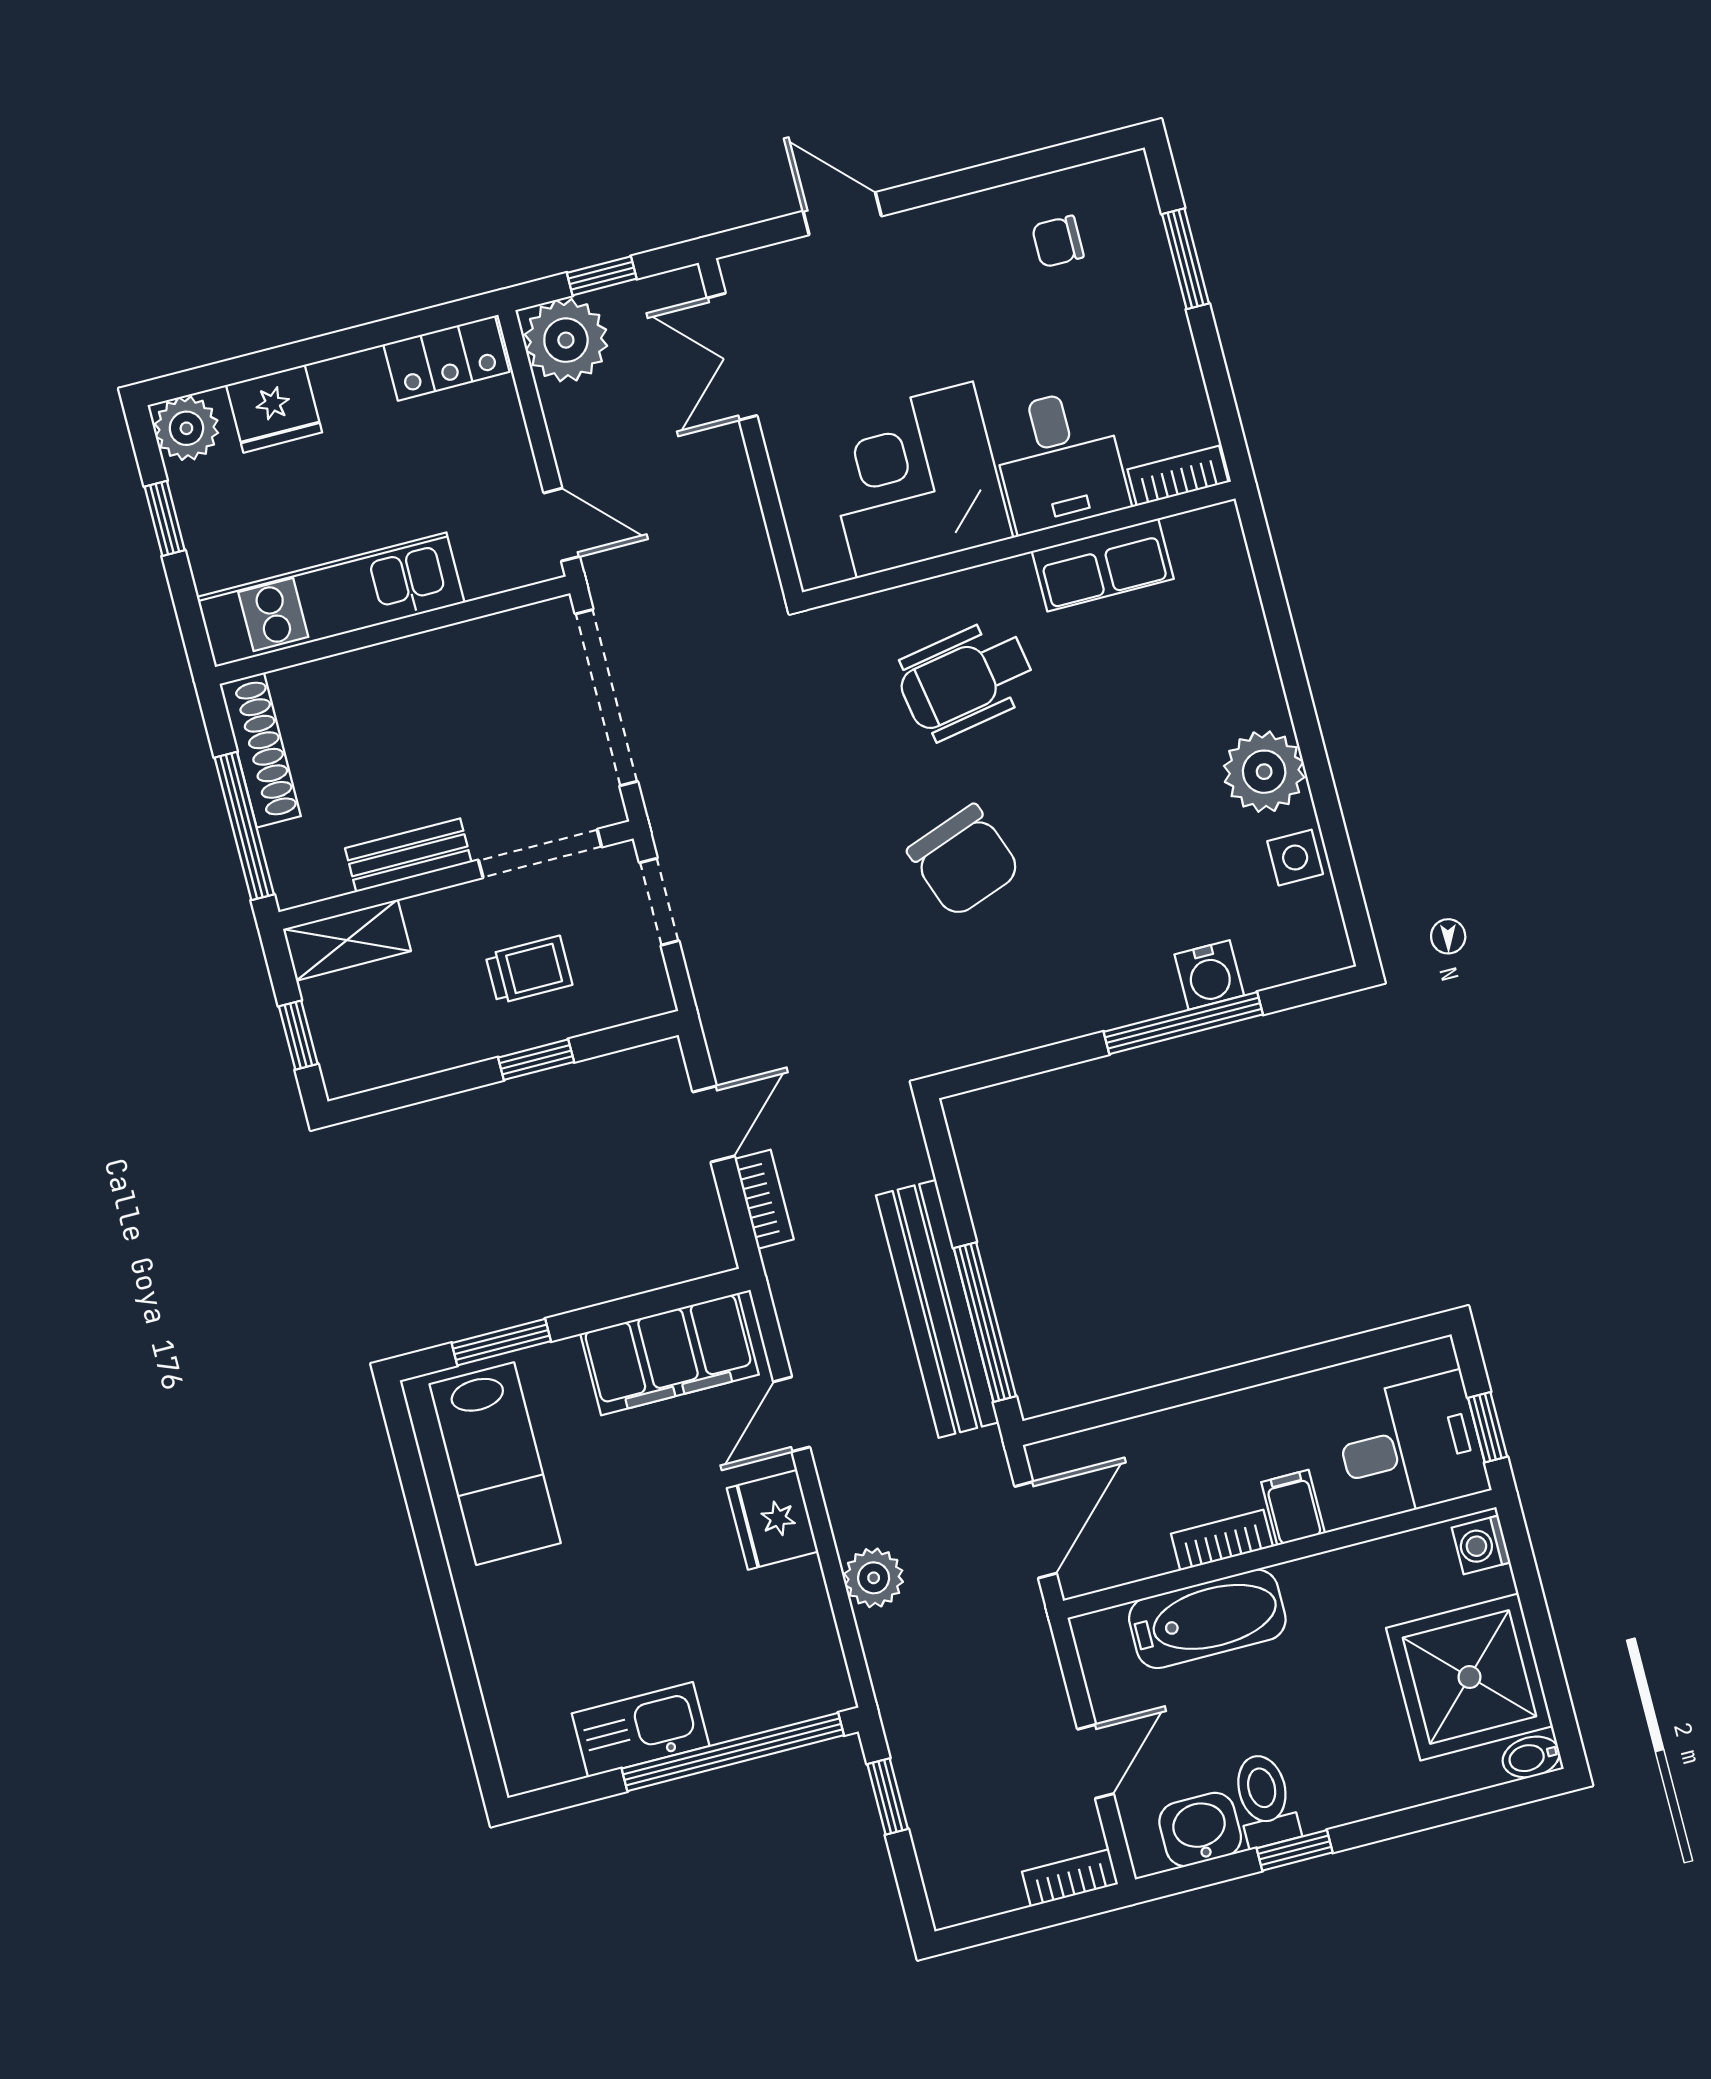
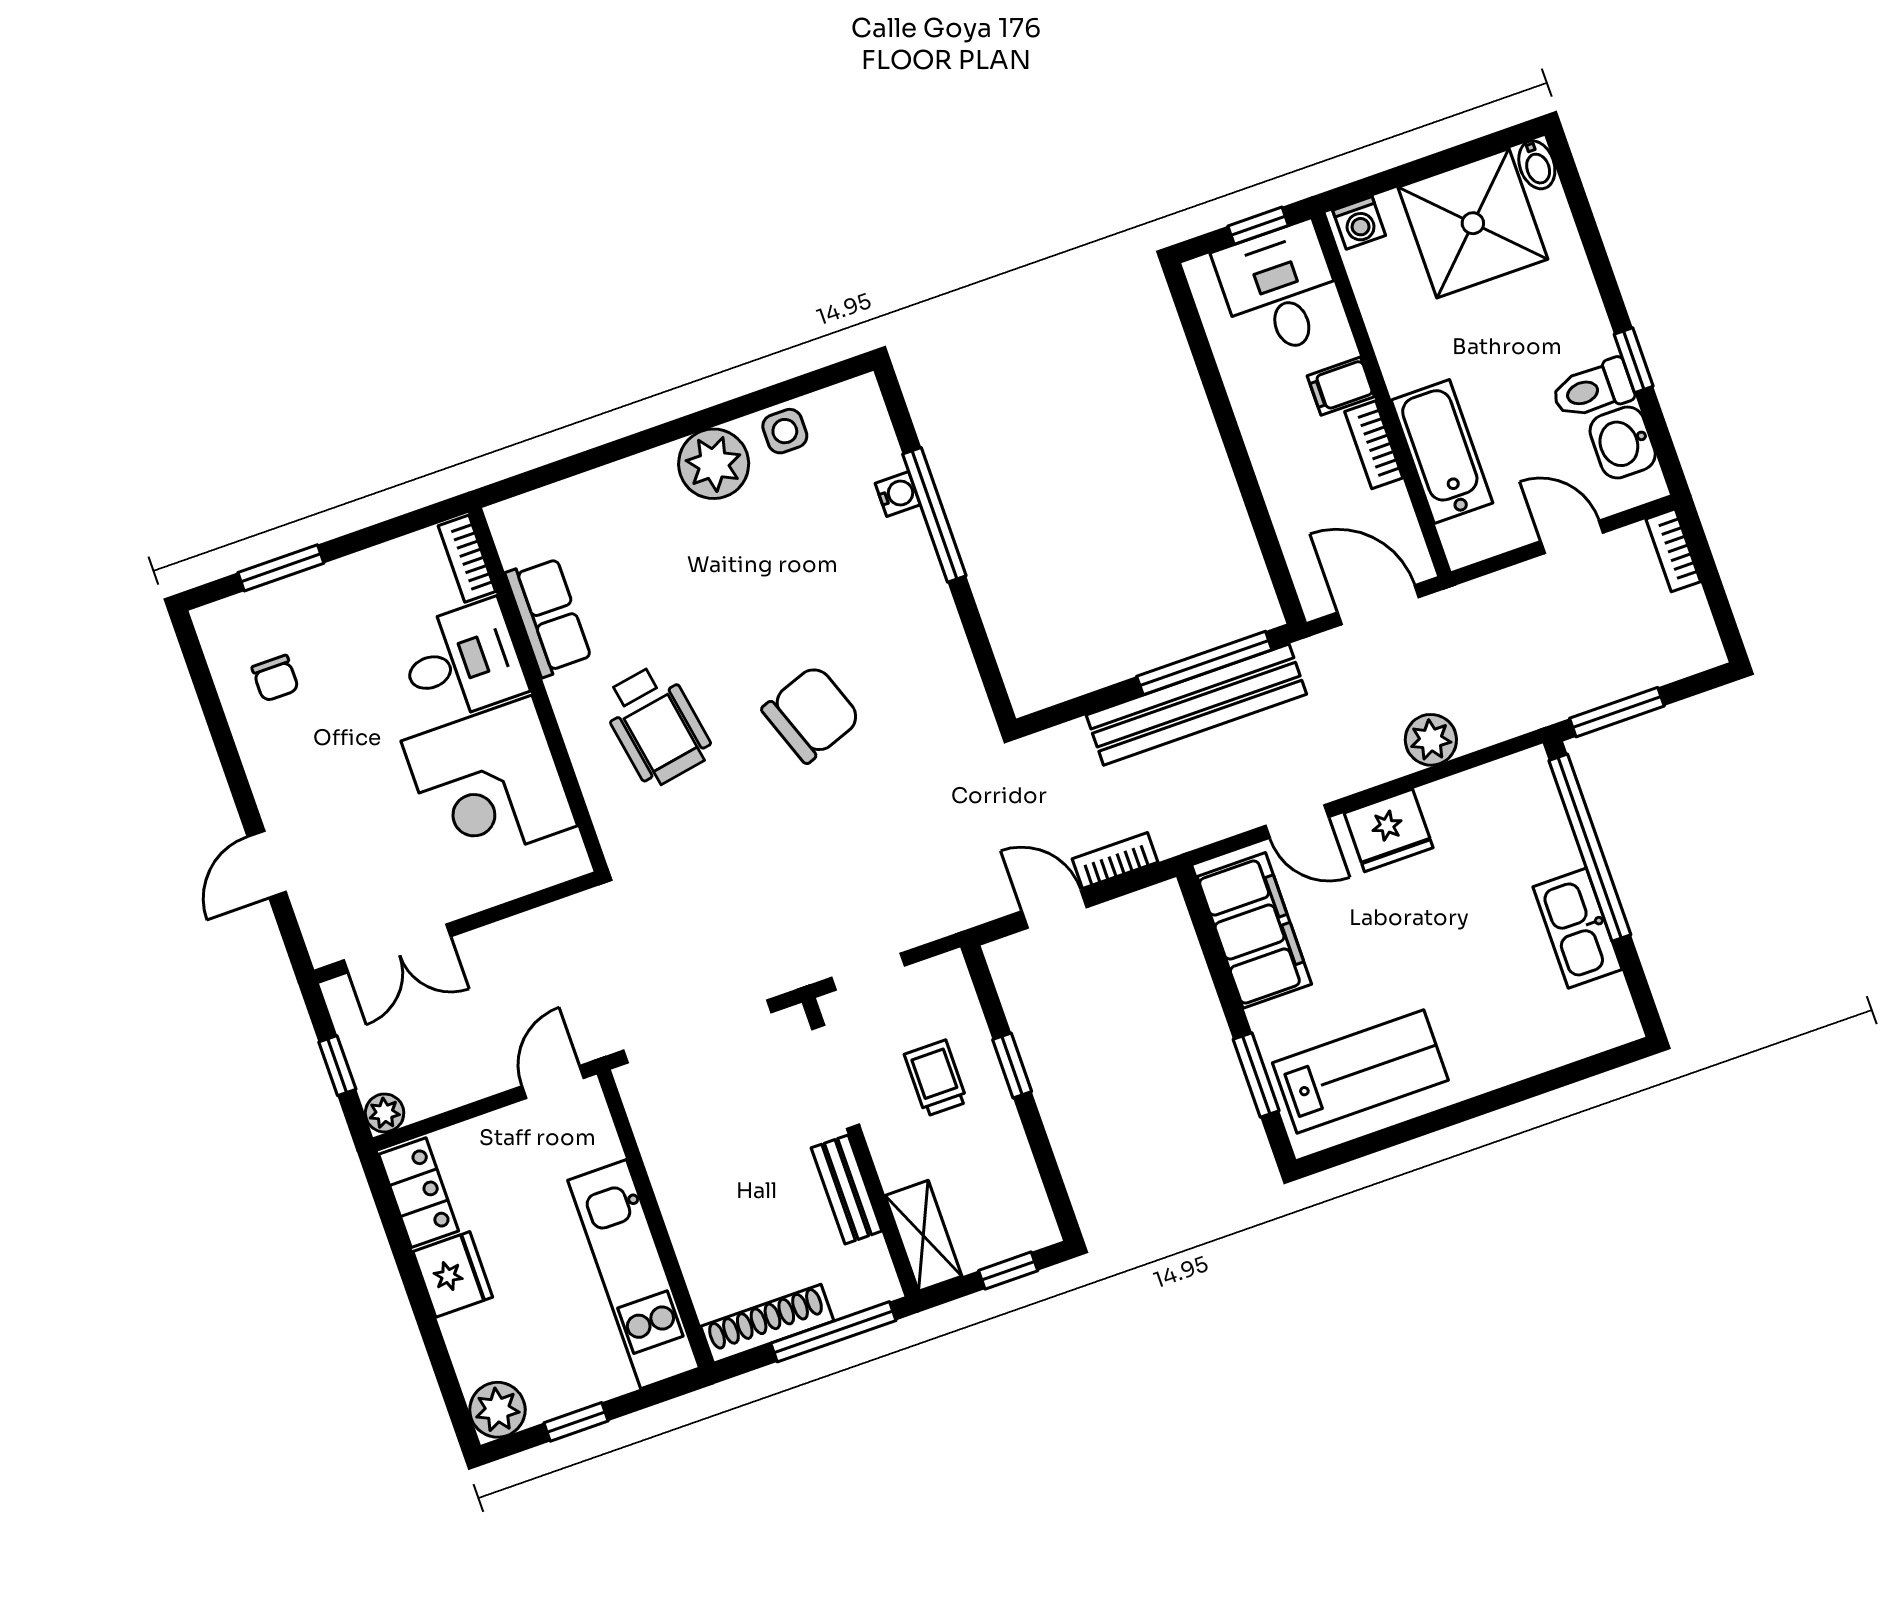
plant: (566, 340) -> (385, 1113), width x0.53, depth x0.53
fridge: (274, 409) -> (453, 1274), moved
water cooler: (1209, 975) -> (898, 494), width x0.72, depth x0.72
window: (888, 1797) -> (1617, 712), width x1.50

